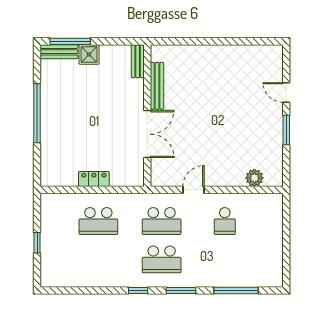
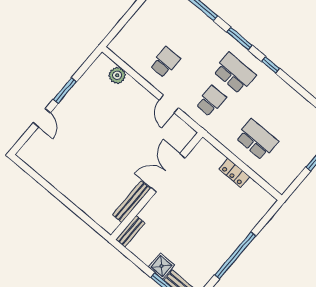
door: (194, 190) -> (169, 104), hinge flipped
school desk: (162, 221) -> (211, 101), width x0.54

